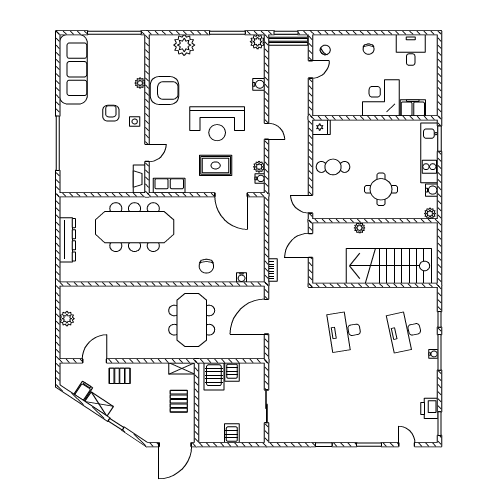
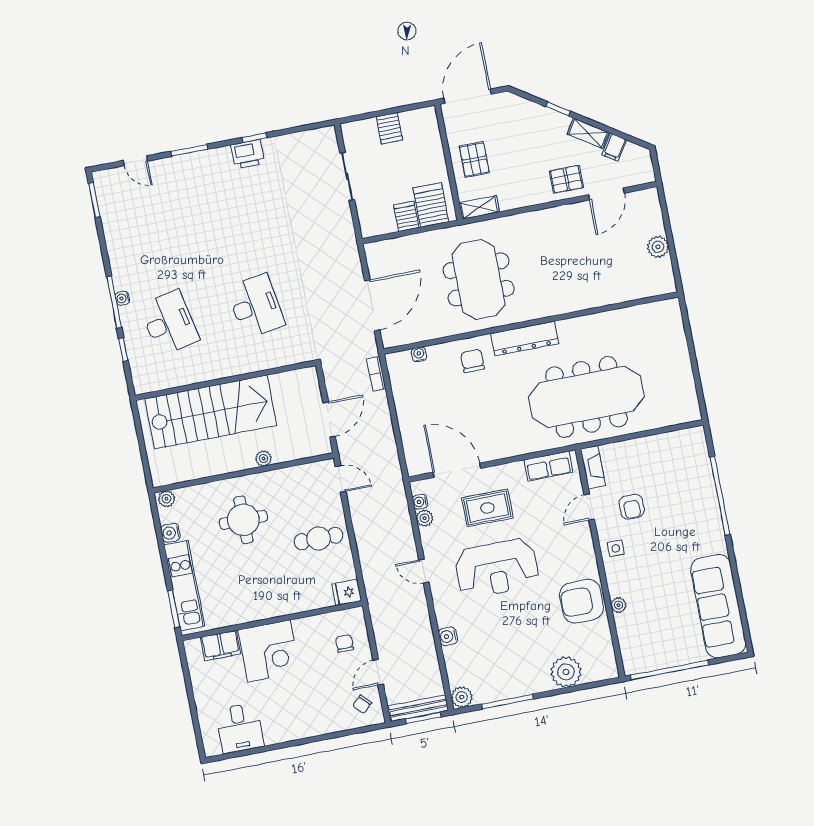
chair: (369, 49) -> (345, 644), moved
armchair: (111, 113) -> (632, 507), moved
reception desk: (217, 124) -> (497, 568), turned 180
dresser: (67, 240) -> (525, 338), moved, turned -90
printer: (429, 408) -> (248, 154), moved, turned 90

